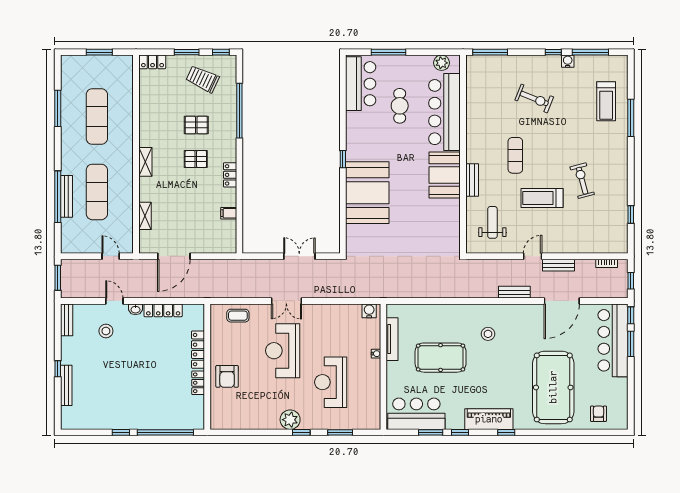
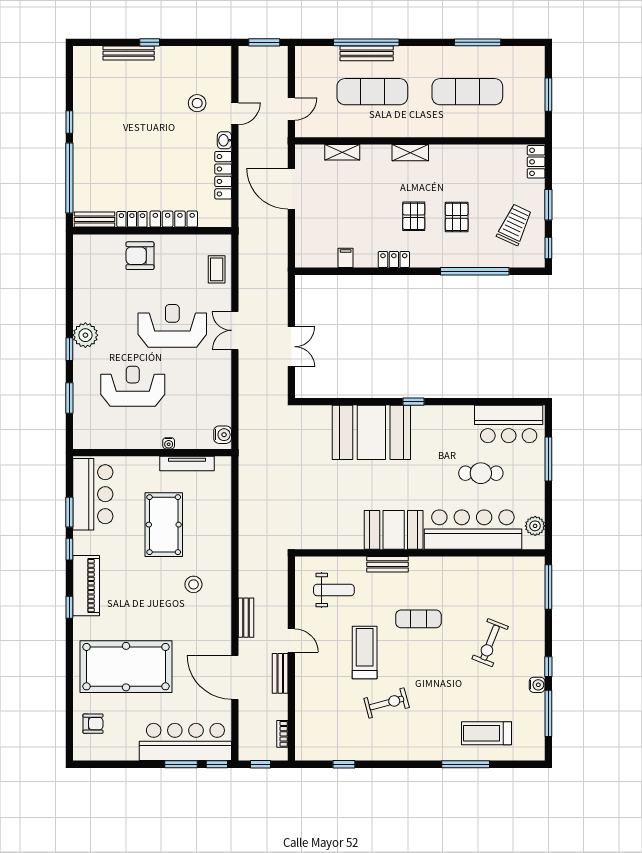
bench: (67, 320) -> (95, 220), moved

